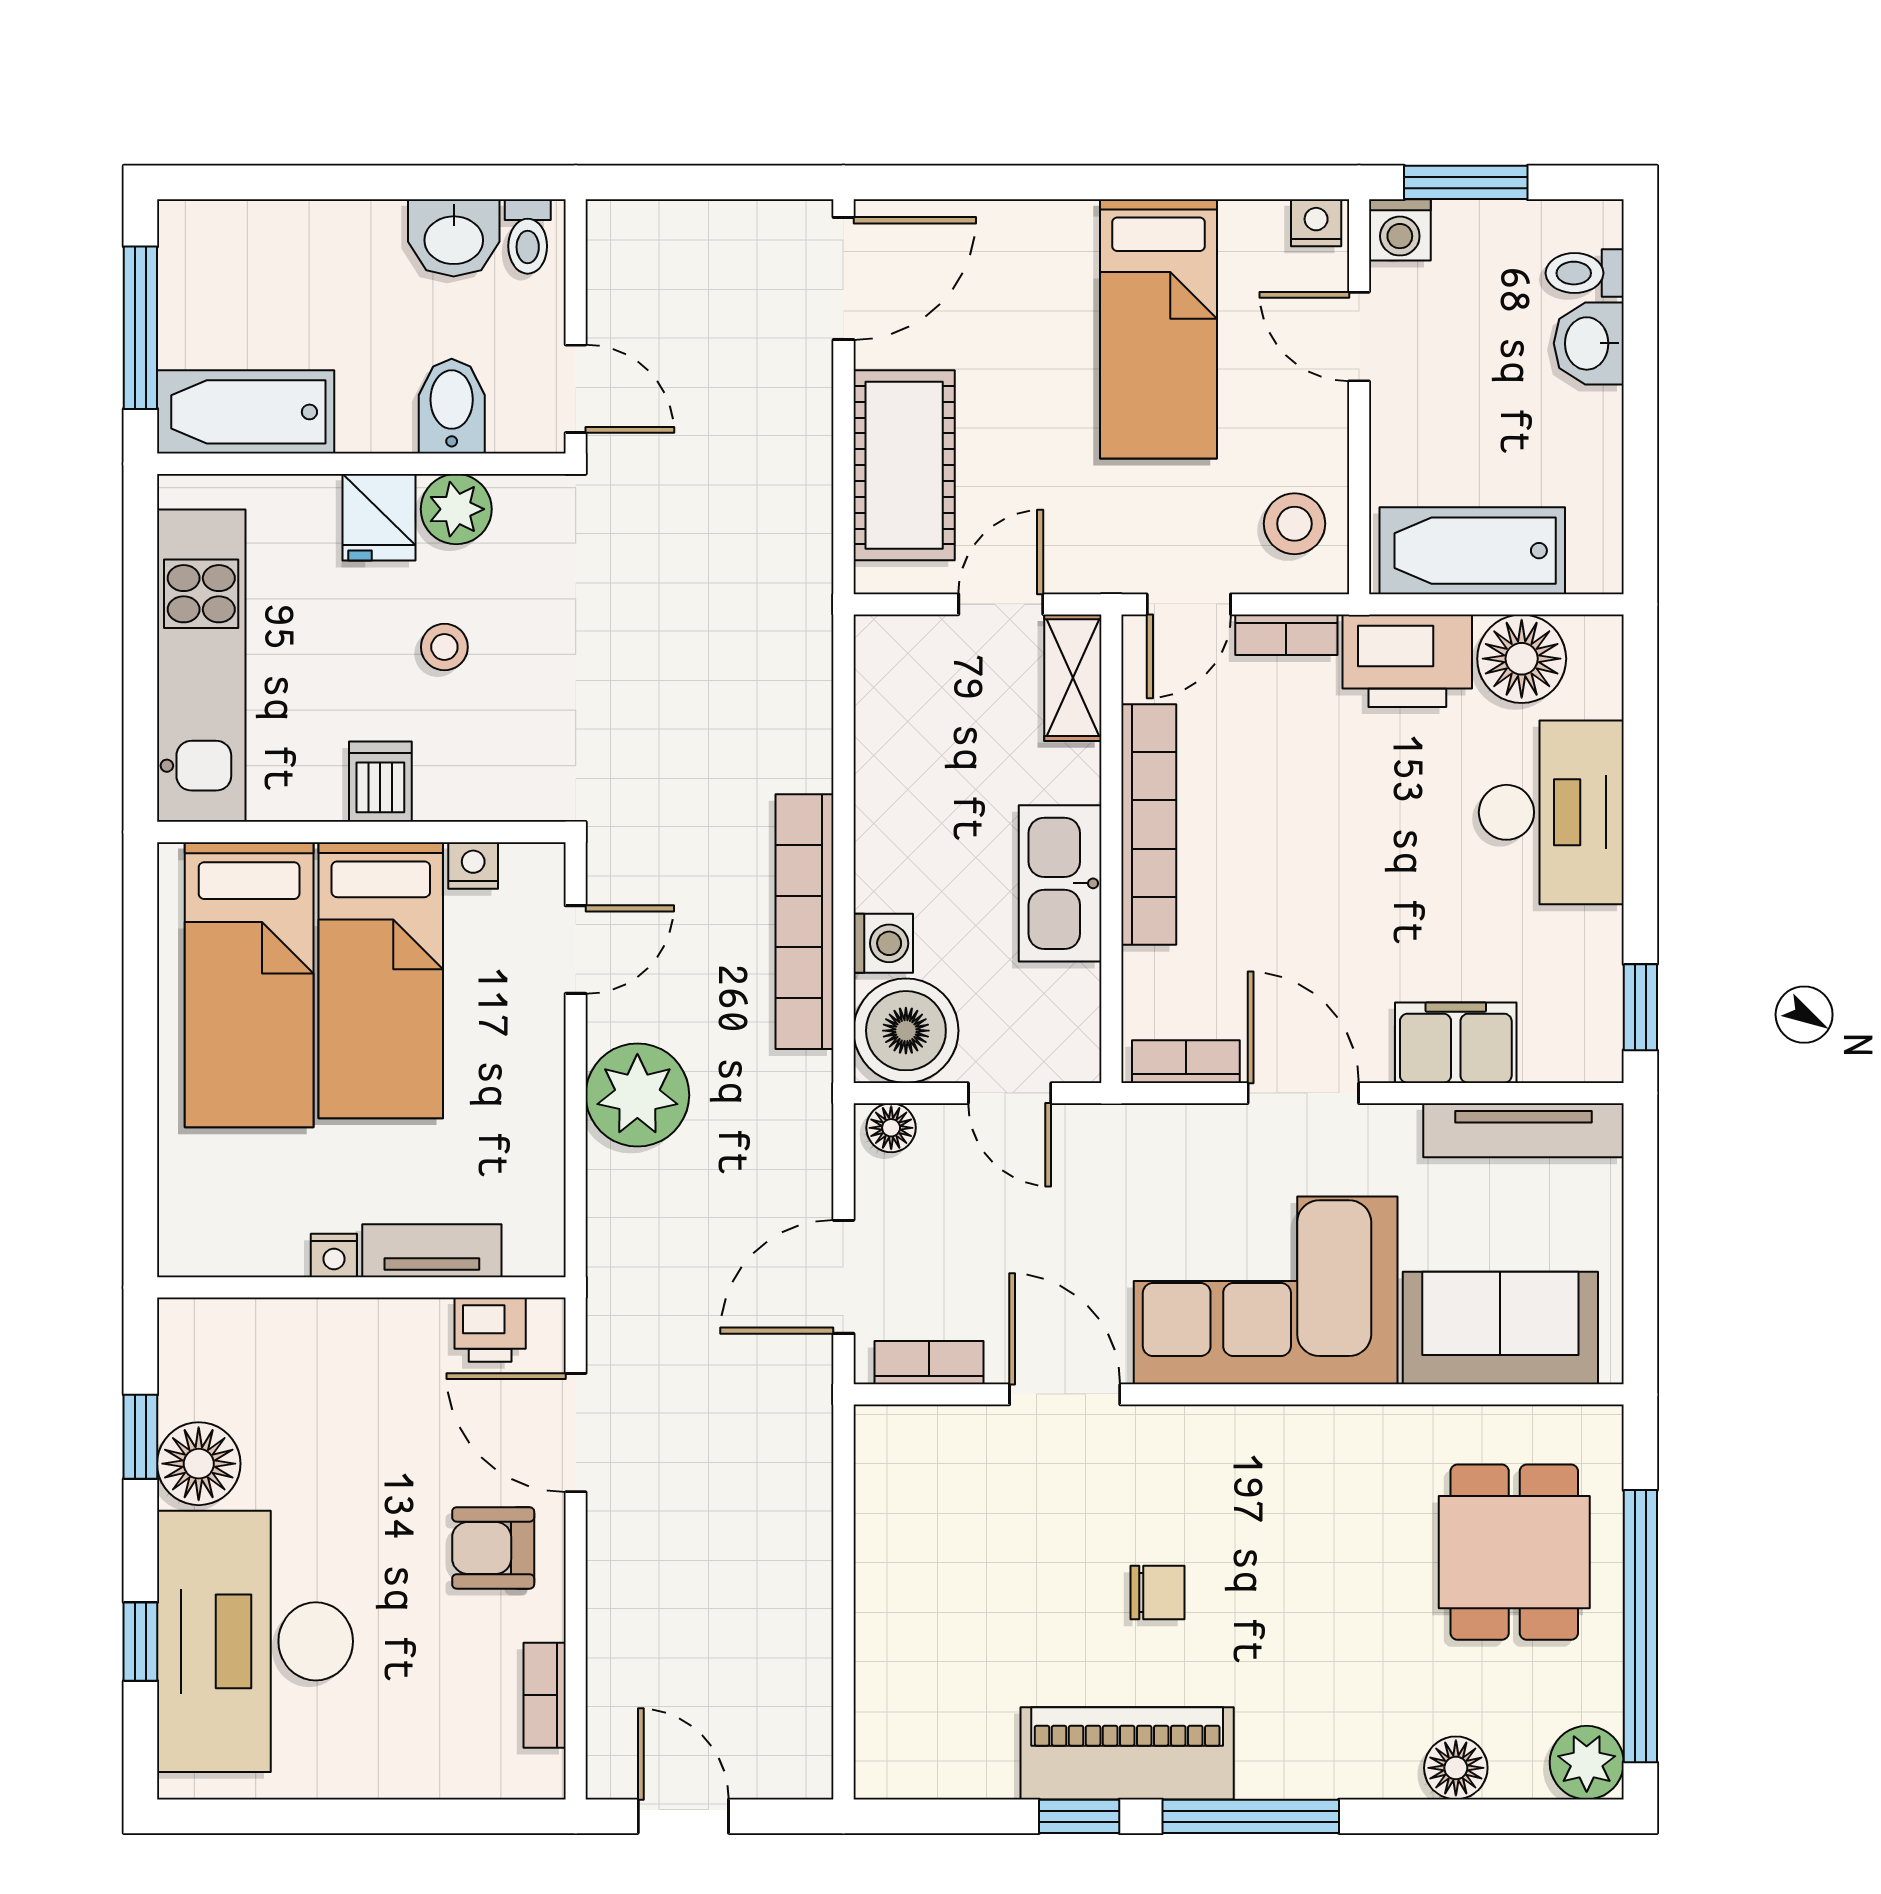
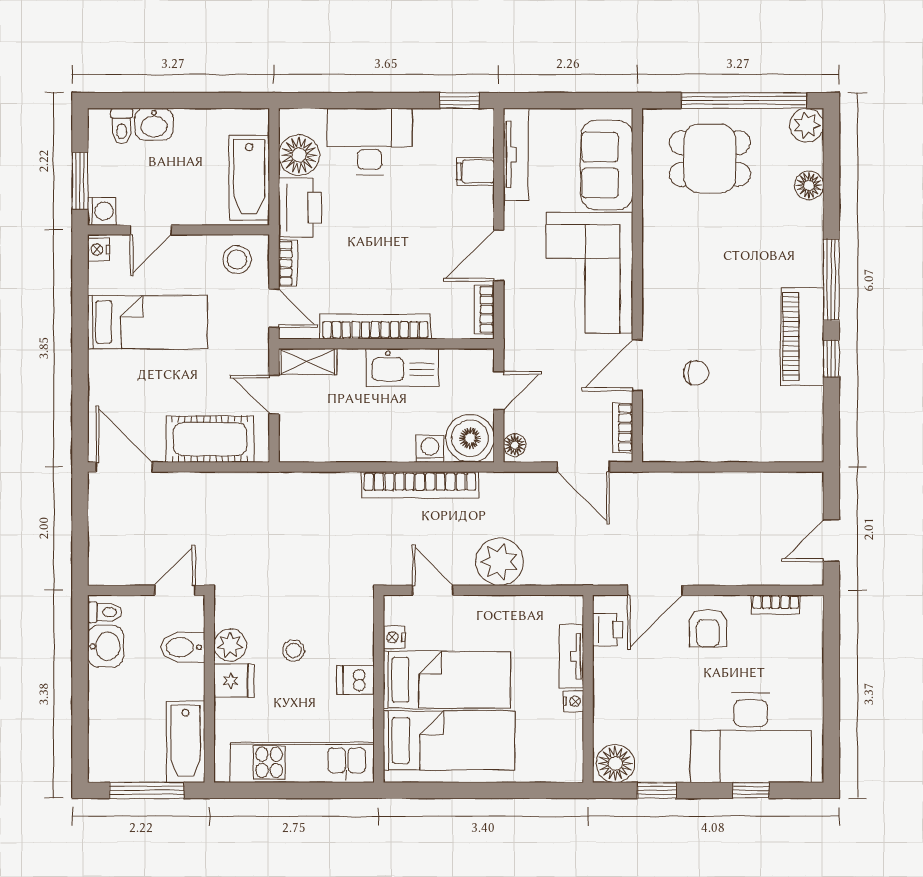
filing cabinet: (1456, 1043) -> (476, 171), width x0.50
floor lamp: (199, 1464) -> (615, 763), moved
chair: (1157, 1592) -> (696, 373), moved, turned 90

